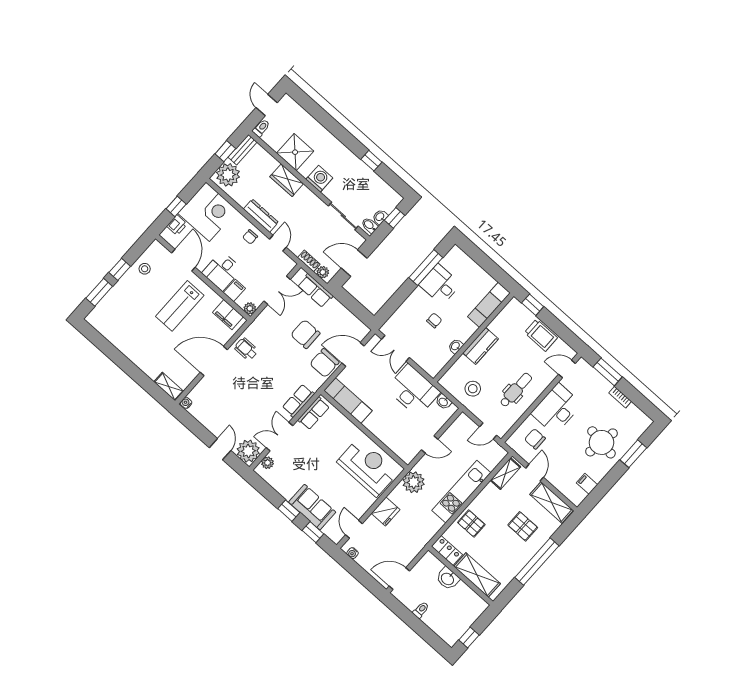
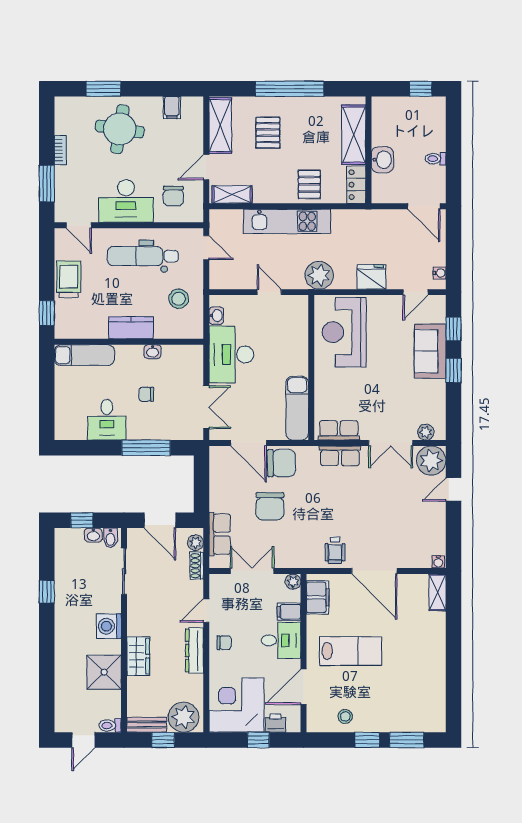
window: (426, 268) -> (146, 448), moved
dental chair: (516, 390) -> (143, 256), width x1.36, depth x1.38

